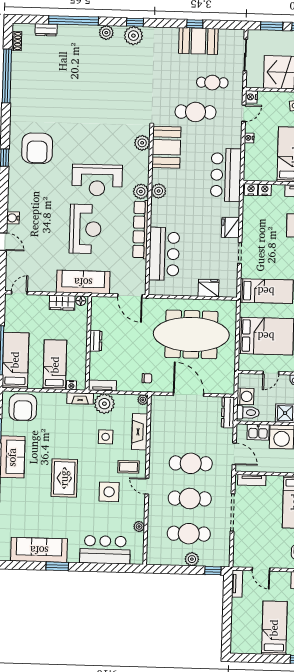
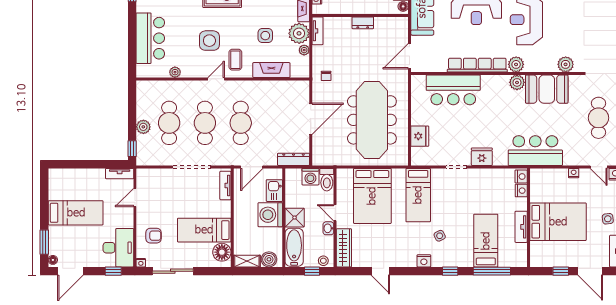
booth: (166, 147) -> (547, 89), moved
door: (271, 373) -> (335, 213), moved
plant: (143, 400) -> (304, 50), moved
toilet: (248, 413) -> (327, 180), moved

